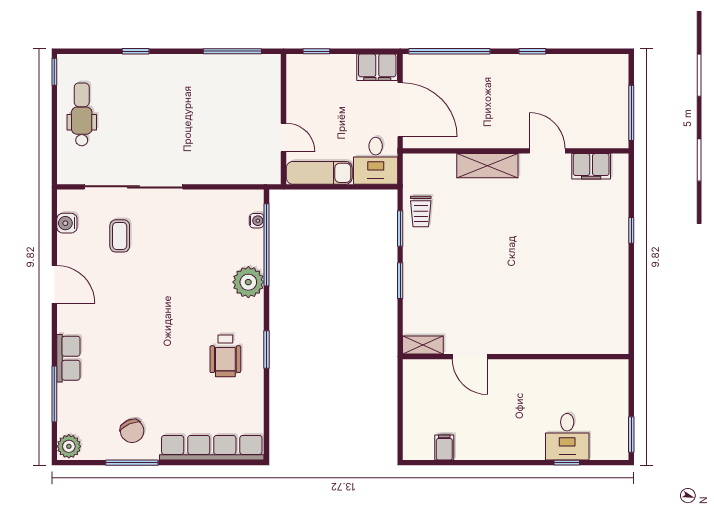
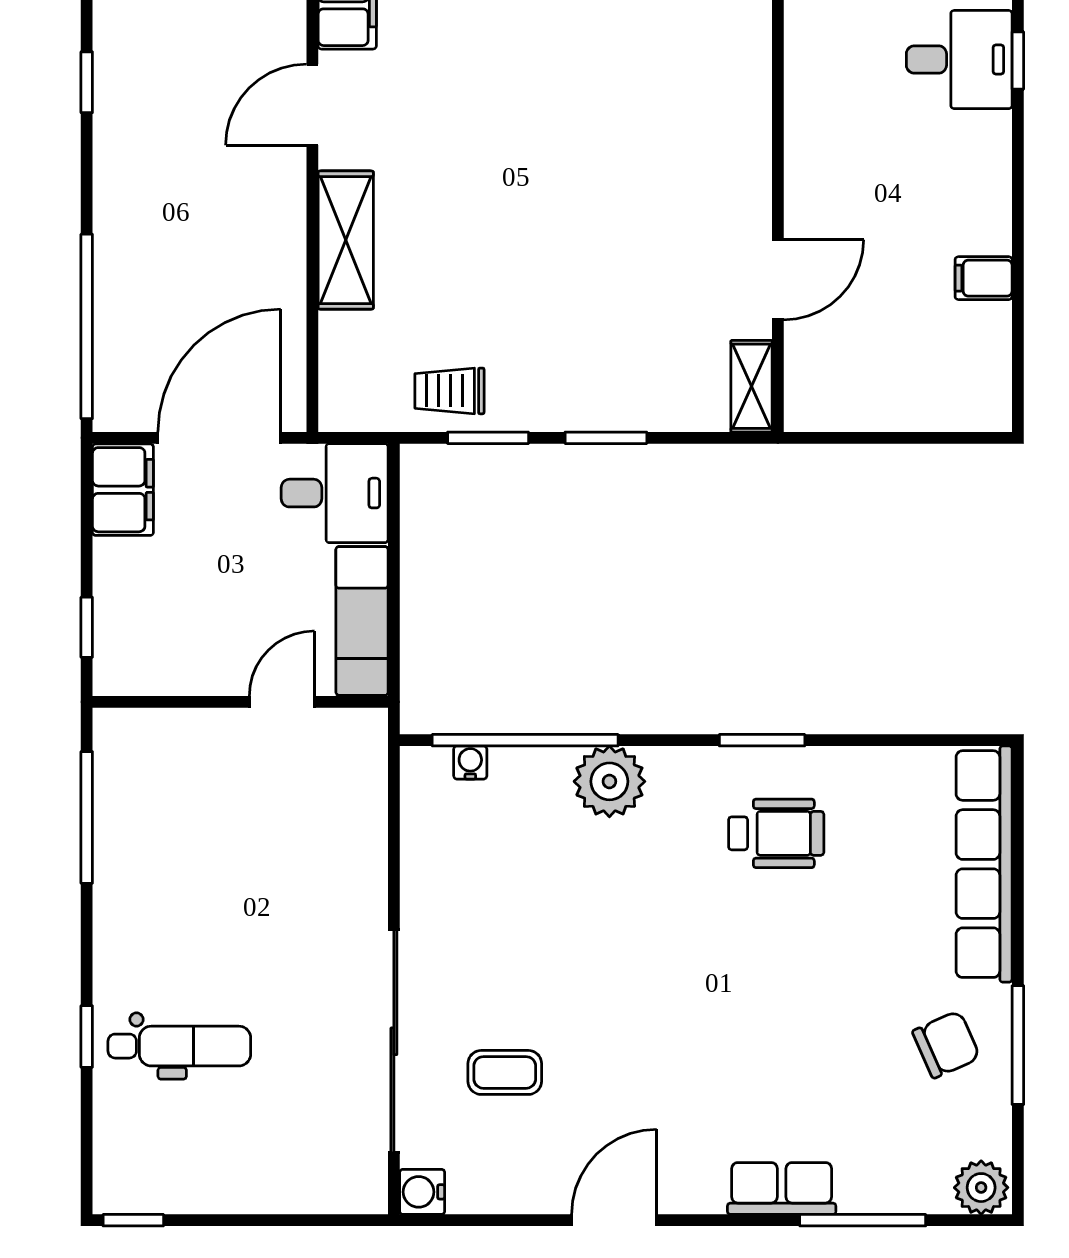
window: (532, 51) -> (87, 82), moved
dental chair: (82, 114) -> (179, 1046), moved, turned 180
trolley: (421, 212) -> (449, 391), turned 180
water cooler: (67, 223) -> (422, 1192), moved, turned 90
filing cabinet: (444, 447) -> (984, 278), moved

